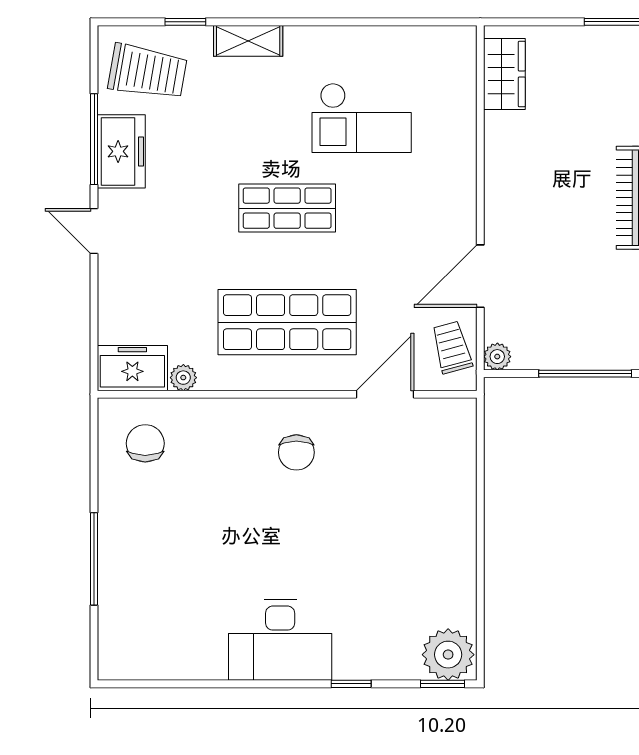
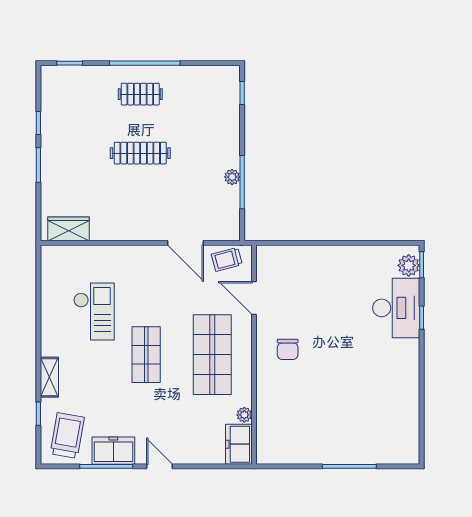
door: (94, 231) -> (159, 466), swing flipped
plant: (497, 357) -> (232, 177), moved
chair: (145, 443) -> (282, 437), removed
chair: (296, 452) -> (288, 349), turned 90
desk: (280, 640) -> (396, 308), moved
plant: (448, 655) -> (409, 265), width x0.73, depth x0.73

